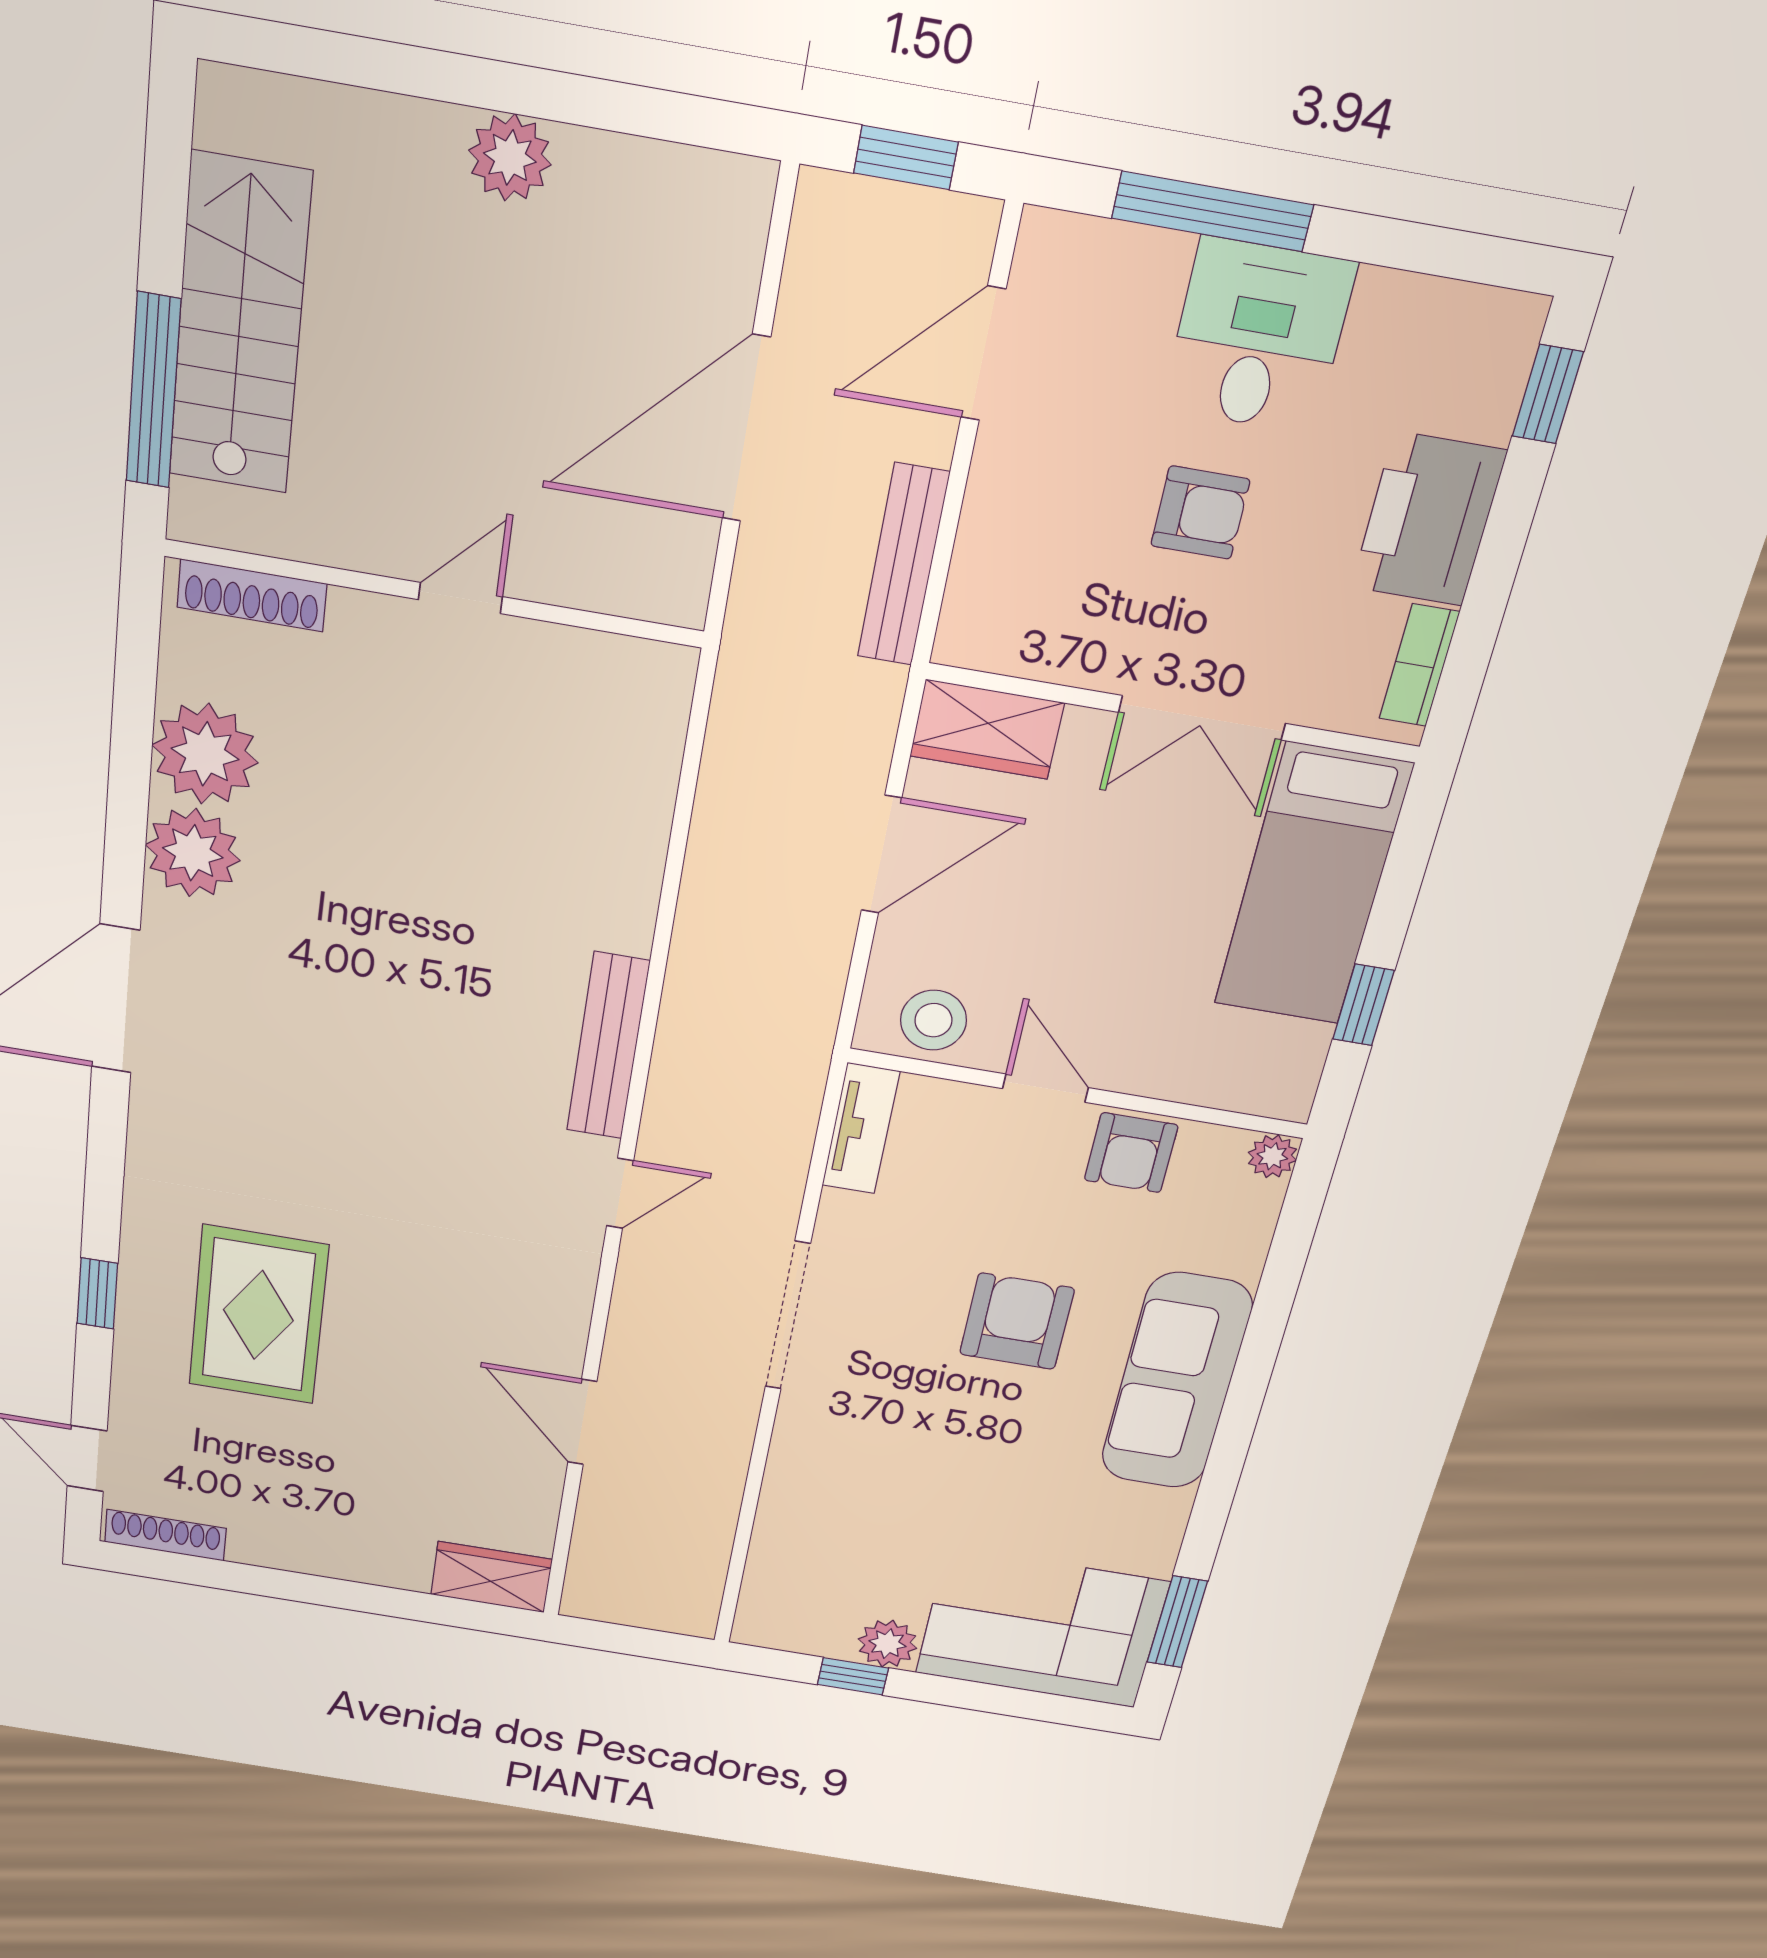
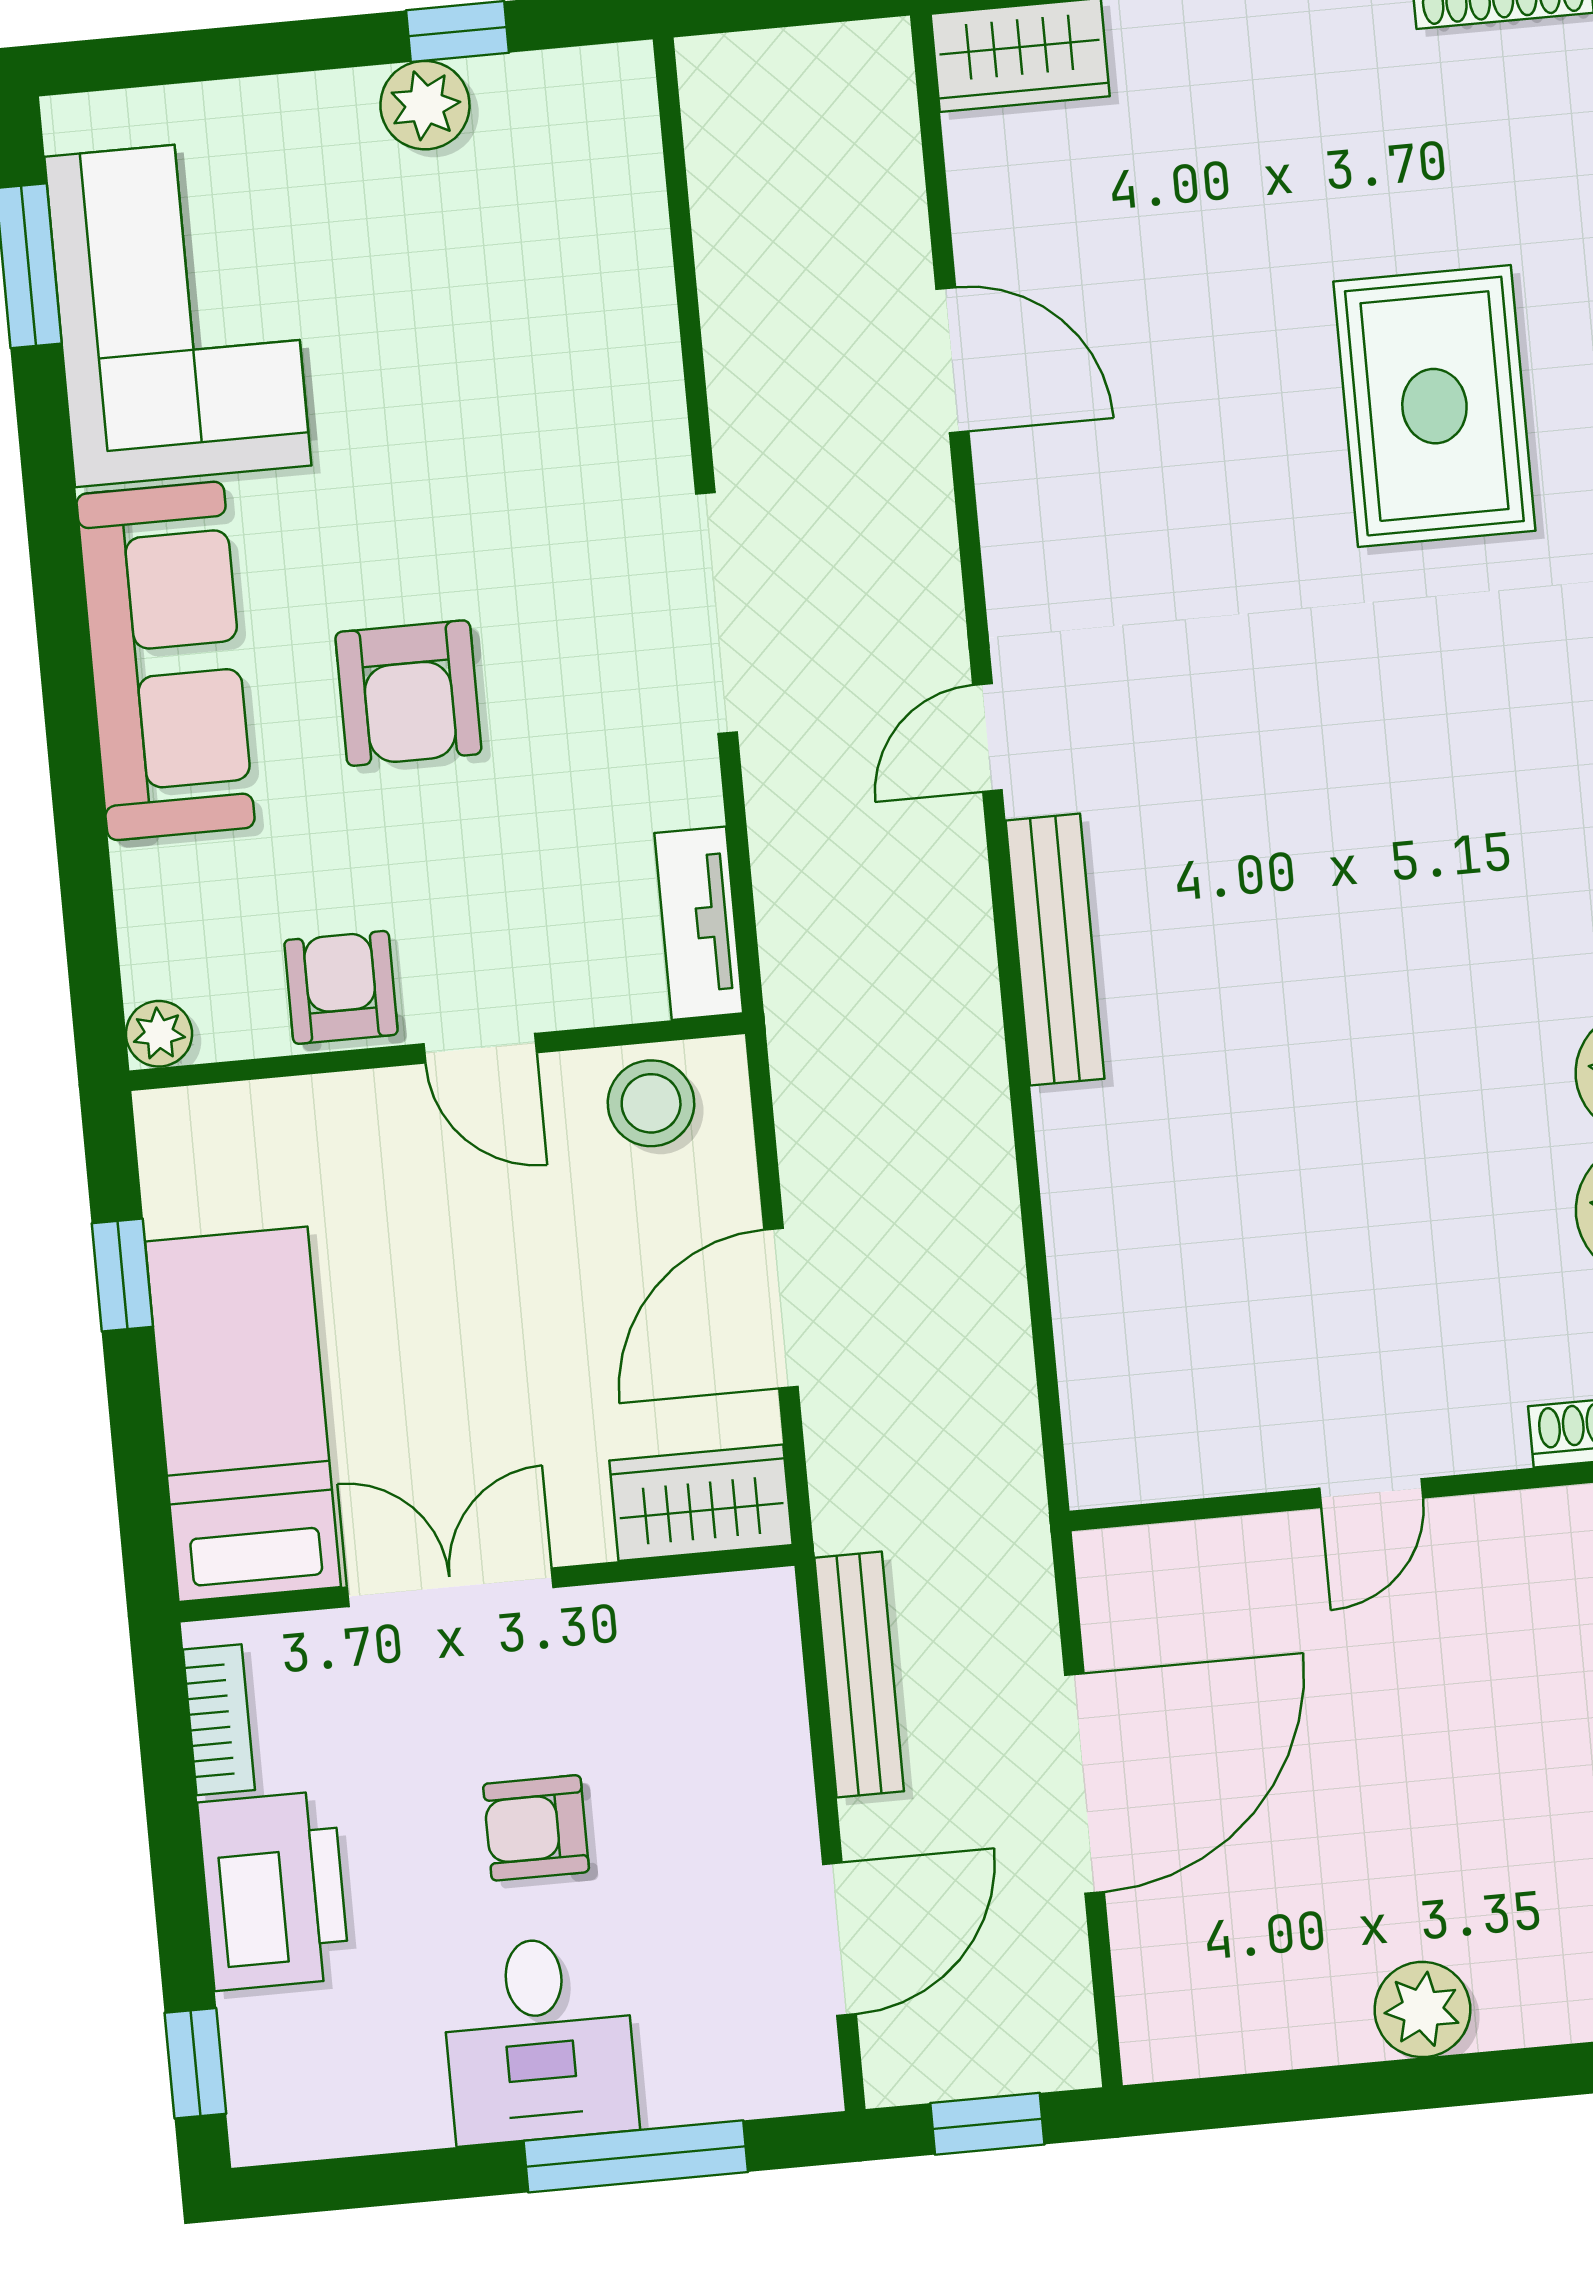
corner sofa: (1042, 1628) -> (178, 311), moved, turned -90

